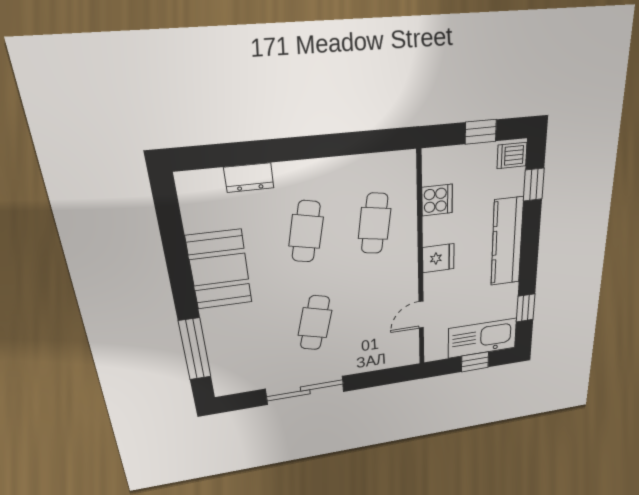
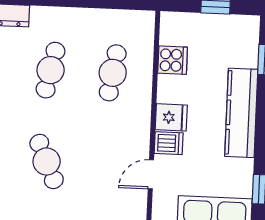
dishwasher: (512, 156) -> (169, 143), moved, turned 180
cafe table: (315, 323) -> (47, 161), turned -39

